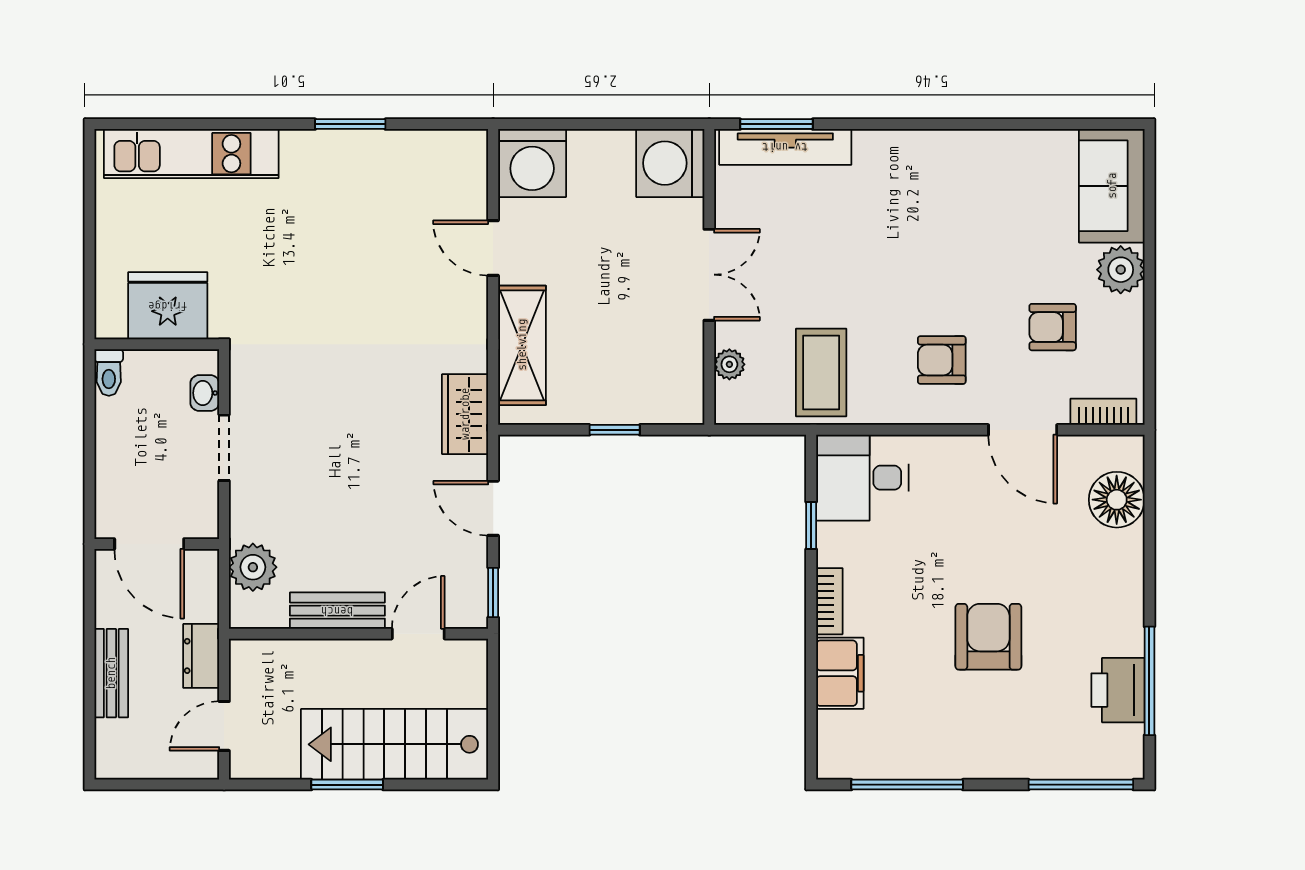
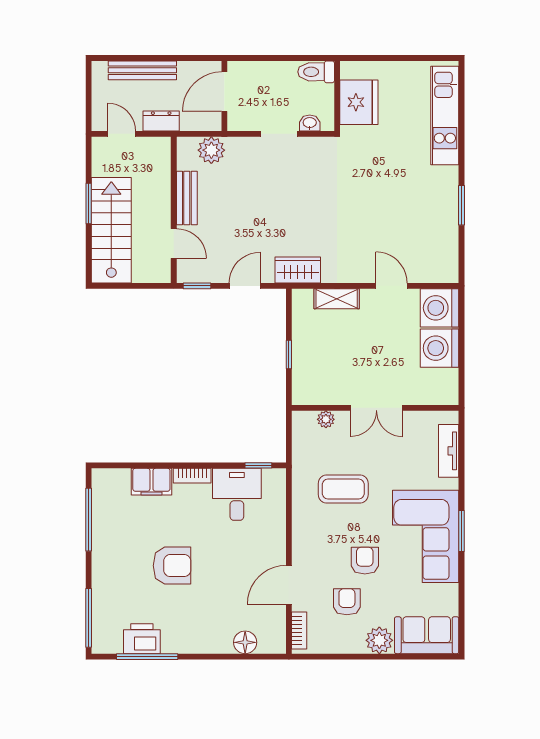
window: (776, 124) -> (462, 531), moved
tv unit: (785, 147) -> (449, 451), width x0.71
washing machine: (670, 163) -> (440, 348), moved, turned -90
corner sofa: (937, 188) -> (426, 536), added
door: (493, 248) -> (392, 286), hinge flipped
shelving: (522, 345) -> (337, 299), width x0.67, depth x0.75
armchair: (942, 360) -> (365, 561), moved
toilet: (109, 372) -> (316, 72), width x1.37, depth x1.39
coffee table: (821, 373) -> (343, 489), moved
desk: (862, 478) -> (237, 494), moved
floor lamp: (1117, 500) -> (245, 642), width x0.73, depth x0.73
window: (811, 526) -> (258, 465), moved
bench: (111, 673) -> (142, 70), width x1.36

